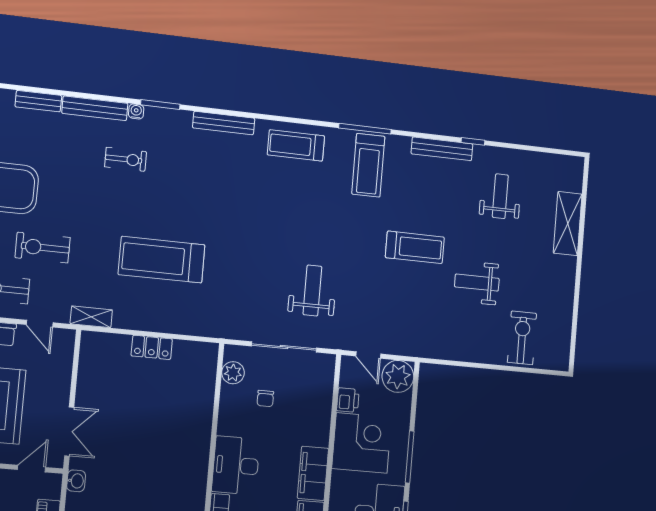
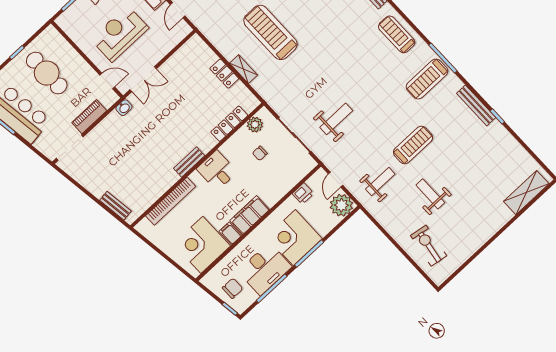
weight bench: (500, 196) -> (380, 182), moved
shelving: (568, 224) -> (526, 193), moved
treadmill: (415, 247) -> (413, 145), turned -90
shelving: (91, 317) -> (244, 69), moved
exercise bike: (522, 338) -> (429, 246), turned -81
locker: (205, 396) -> (229, 124), added
corner desk: (362, 443) -> (294, 238), moved, turned 180
desk: (236, 465) -> (217, 170), width x0.73
bench: (199, 476) -> (189, 162), added

